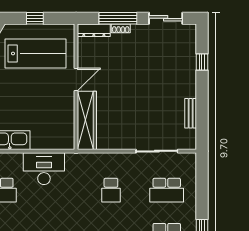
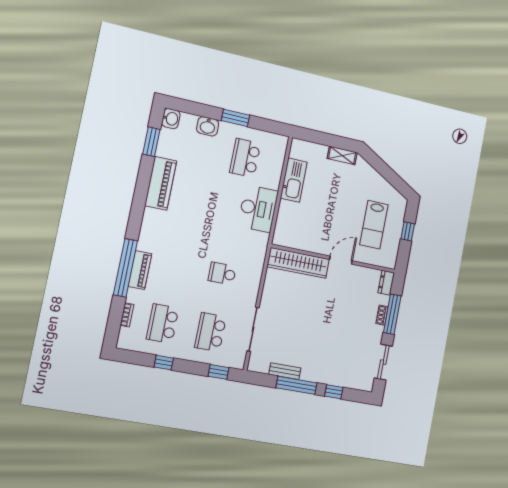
dresser: (94, 30) -> (386, 283), width x0.70
lab bench: (36, 54) -> (374, 225), width x0.73, depth x0.72
door: (76, 80) -> (341, 260), swing flipped
window: (202, 99) -> (296, 385), added
window: (202, 176) -> (218, 372), added

